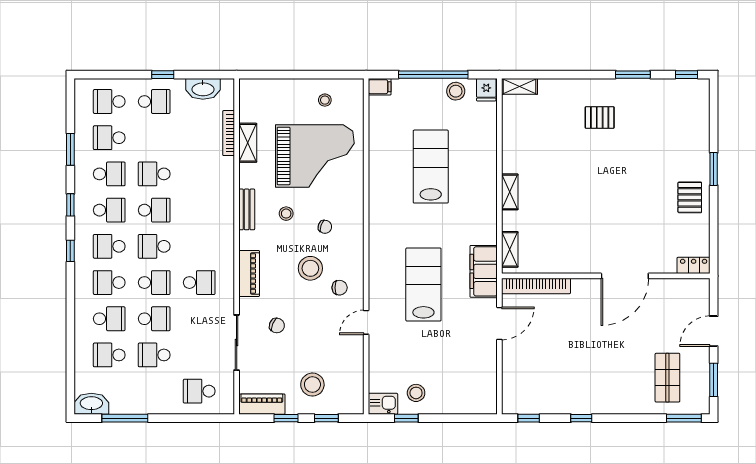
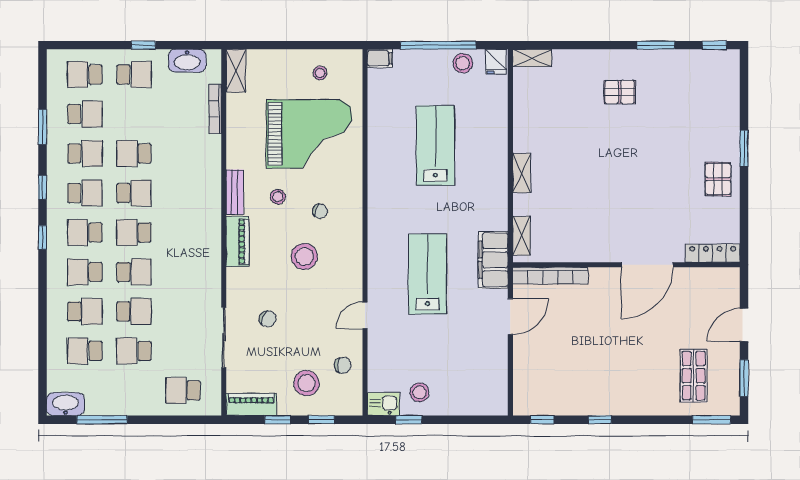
school desk: (109, 138) -> (85, 114), turned 180
shelving: (248, 143) -> (236, 71), moved
locker: (694, 265) -> (713, 253), width x1.53
piano: (249, 273) -> (237, 241), moved
school desk: (199, 283) -> (183, 272), removed
chair: (340, 288) -> (343, 365), moved

